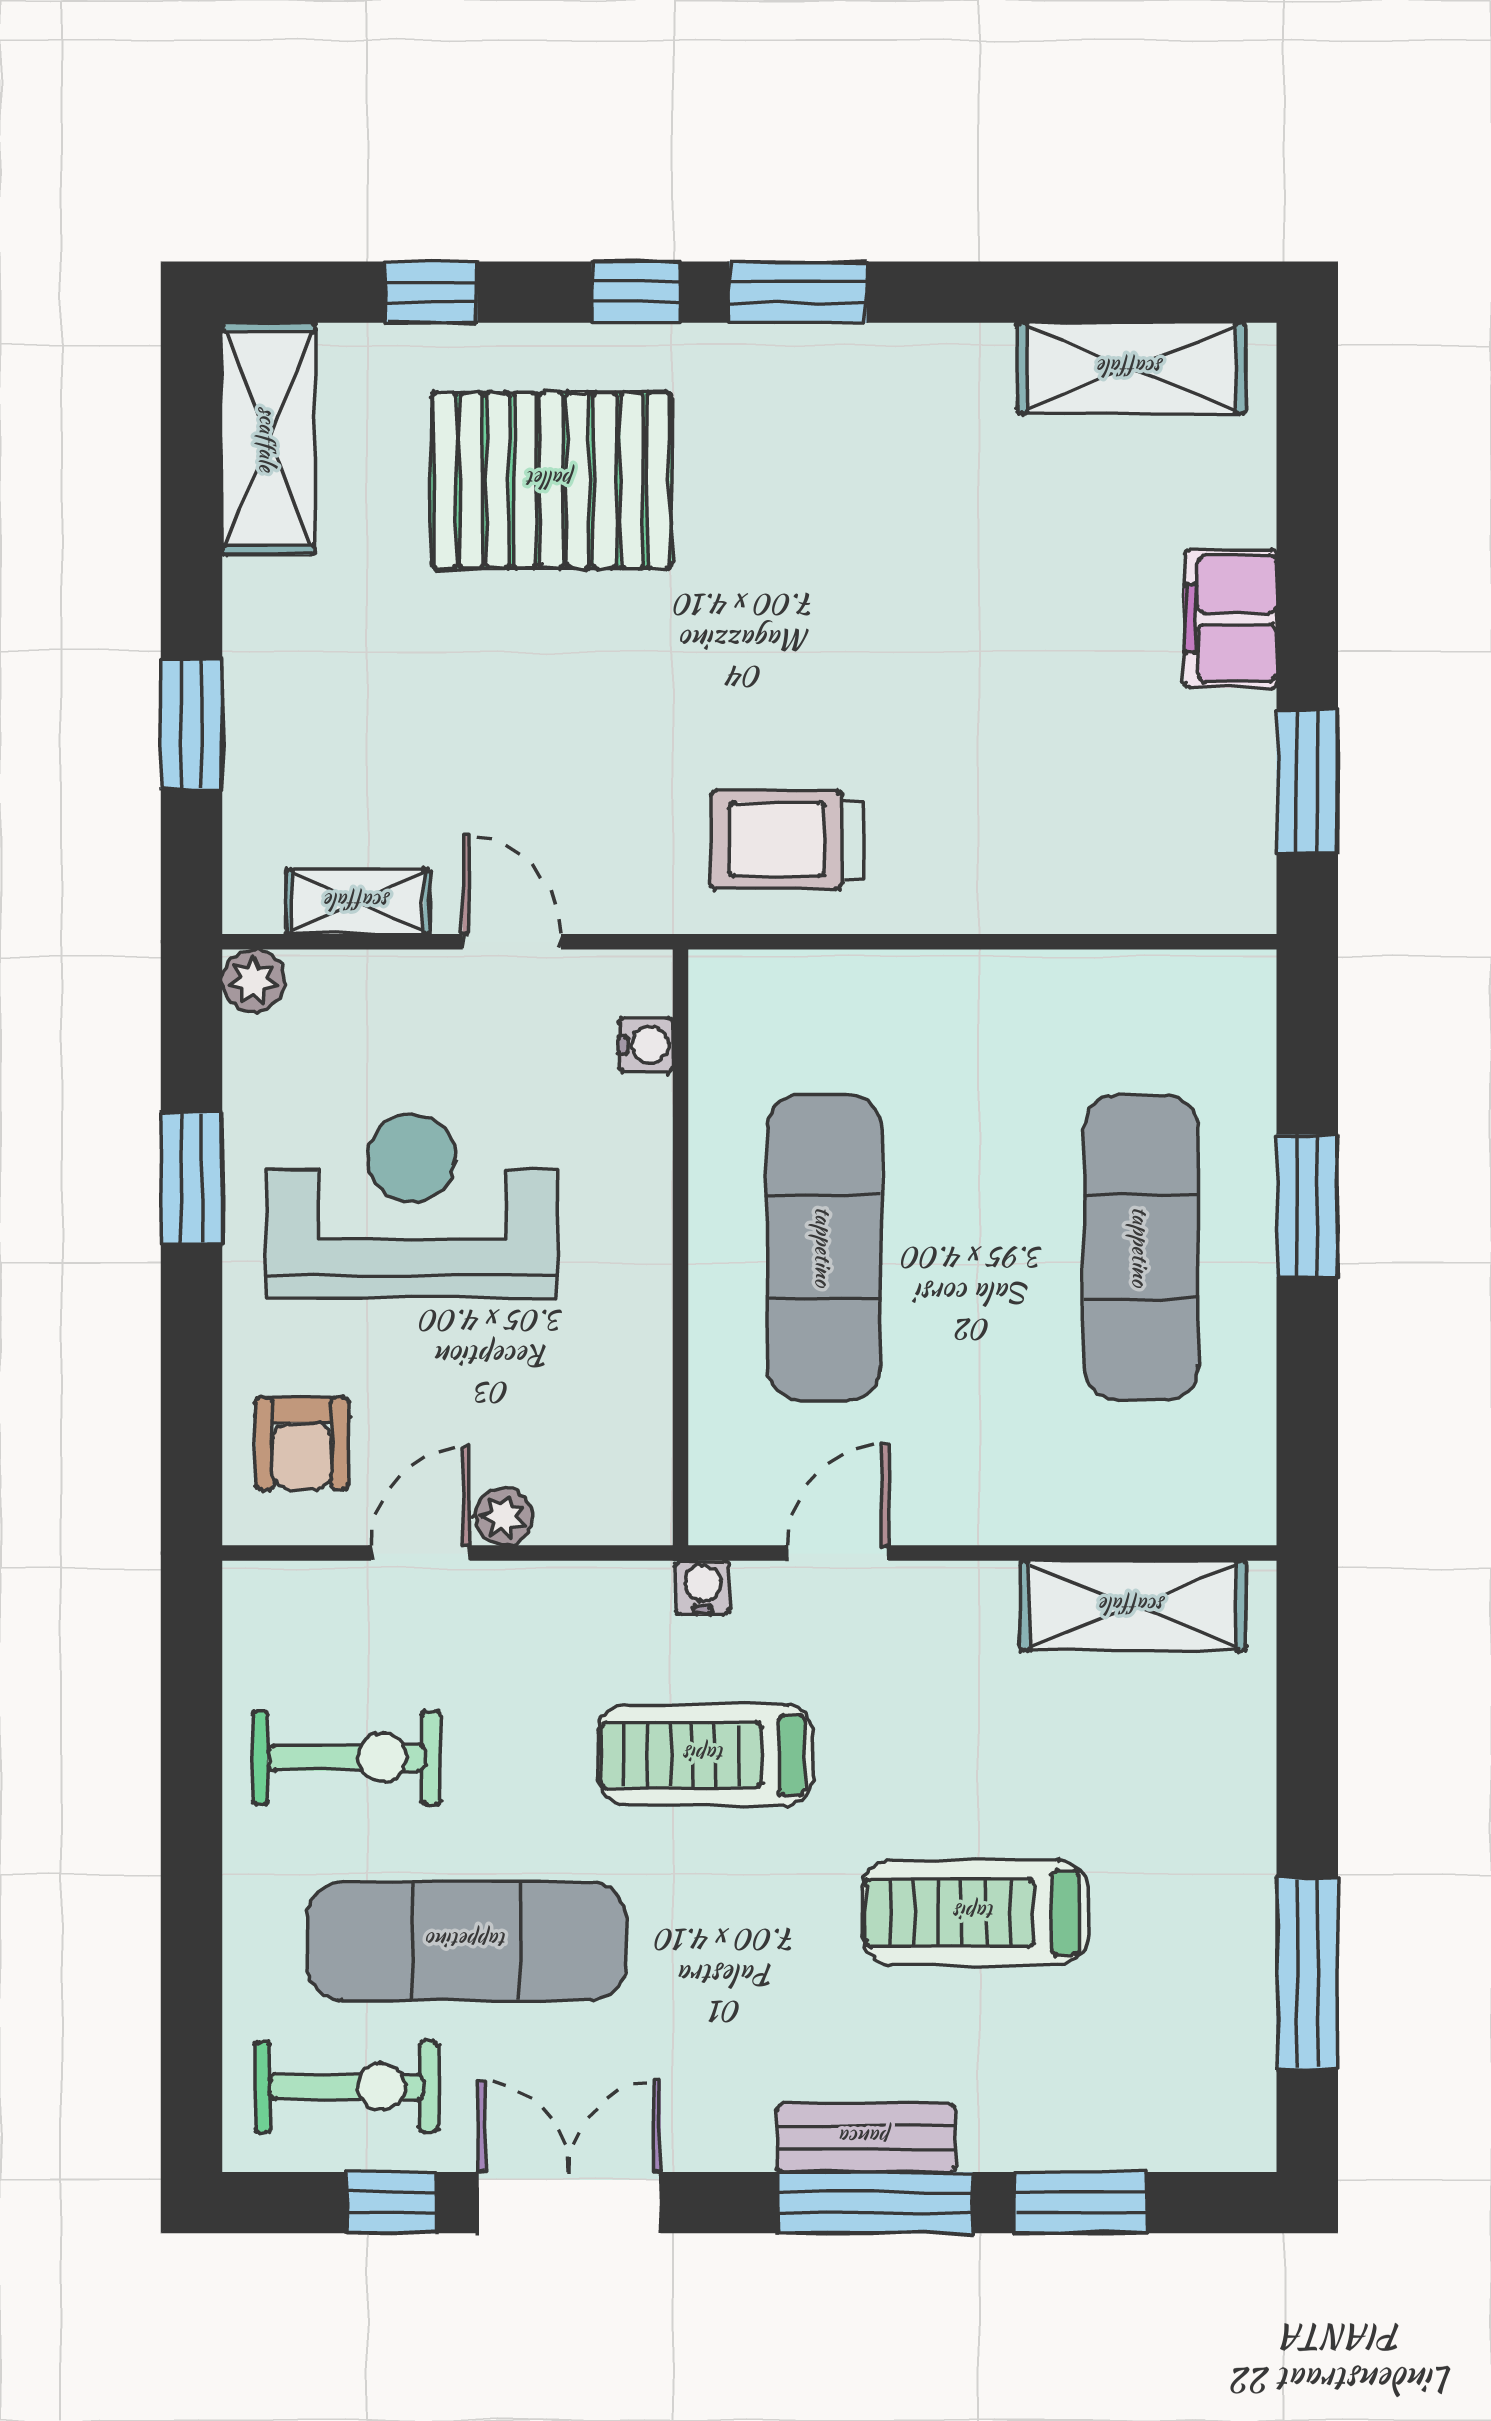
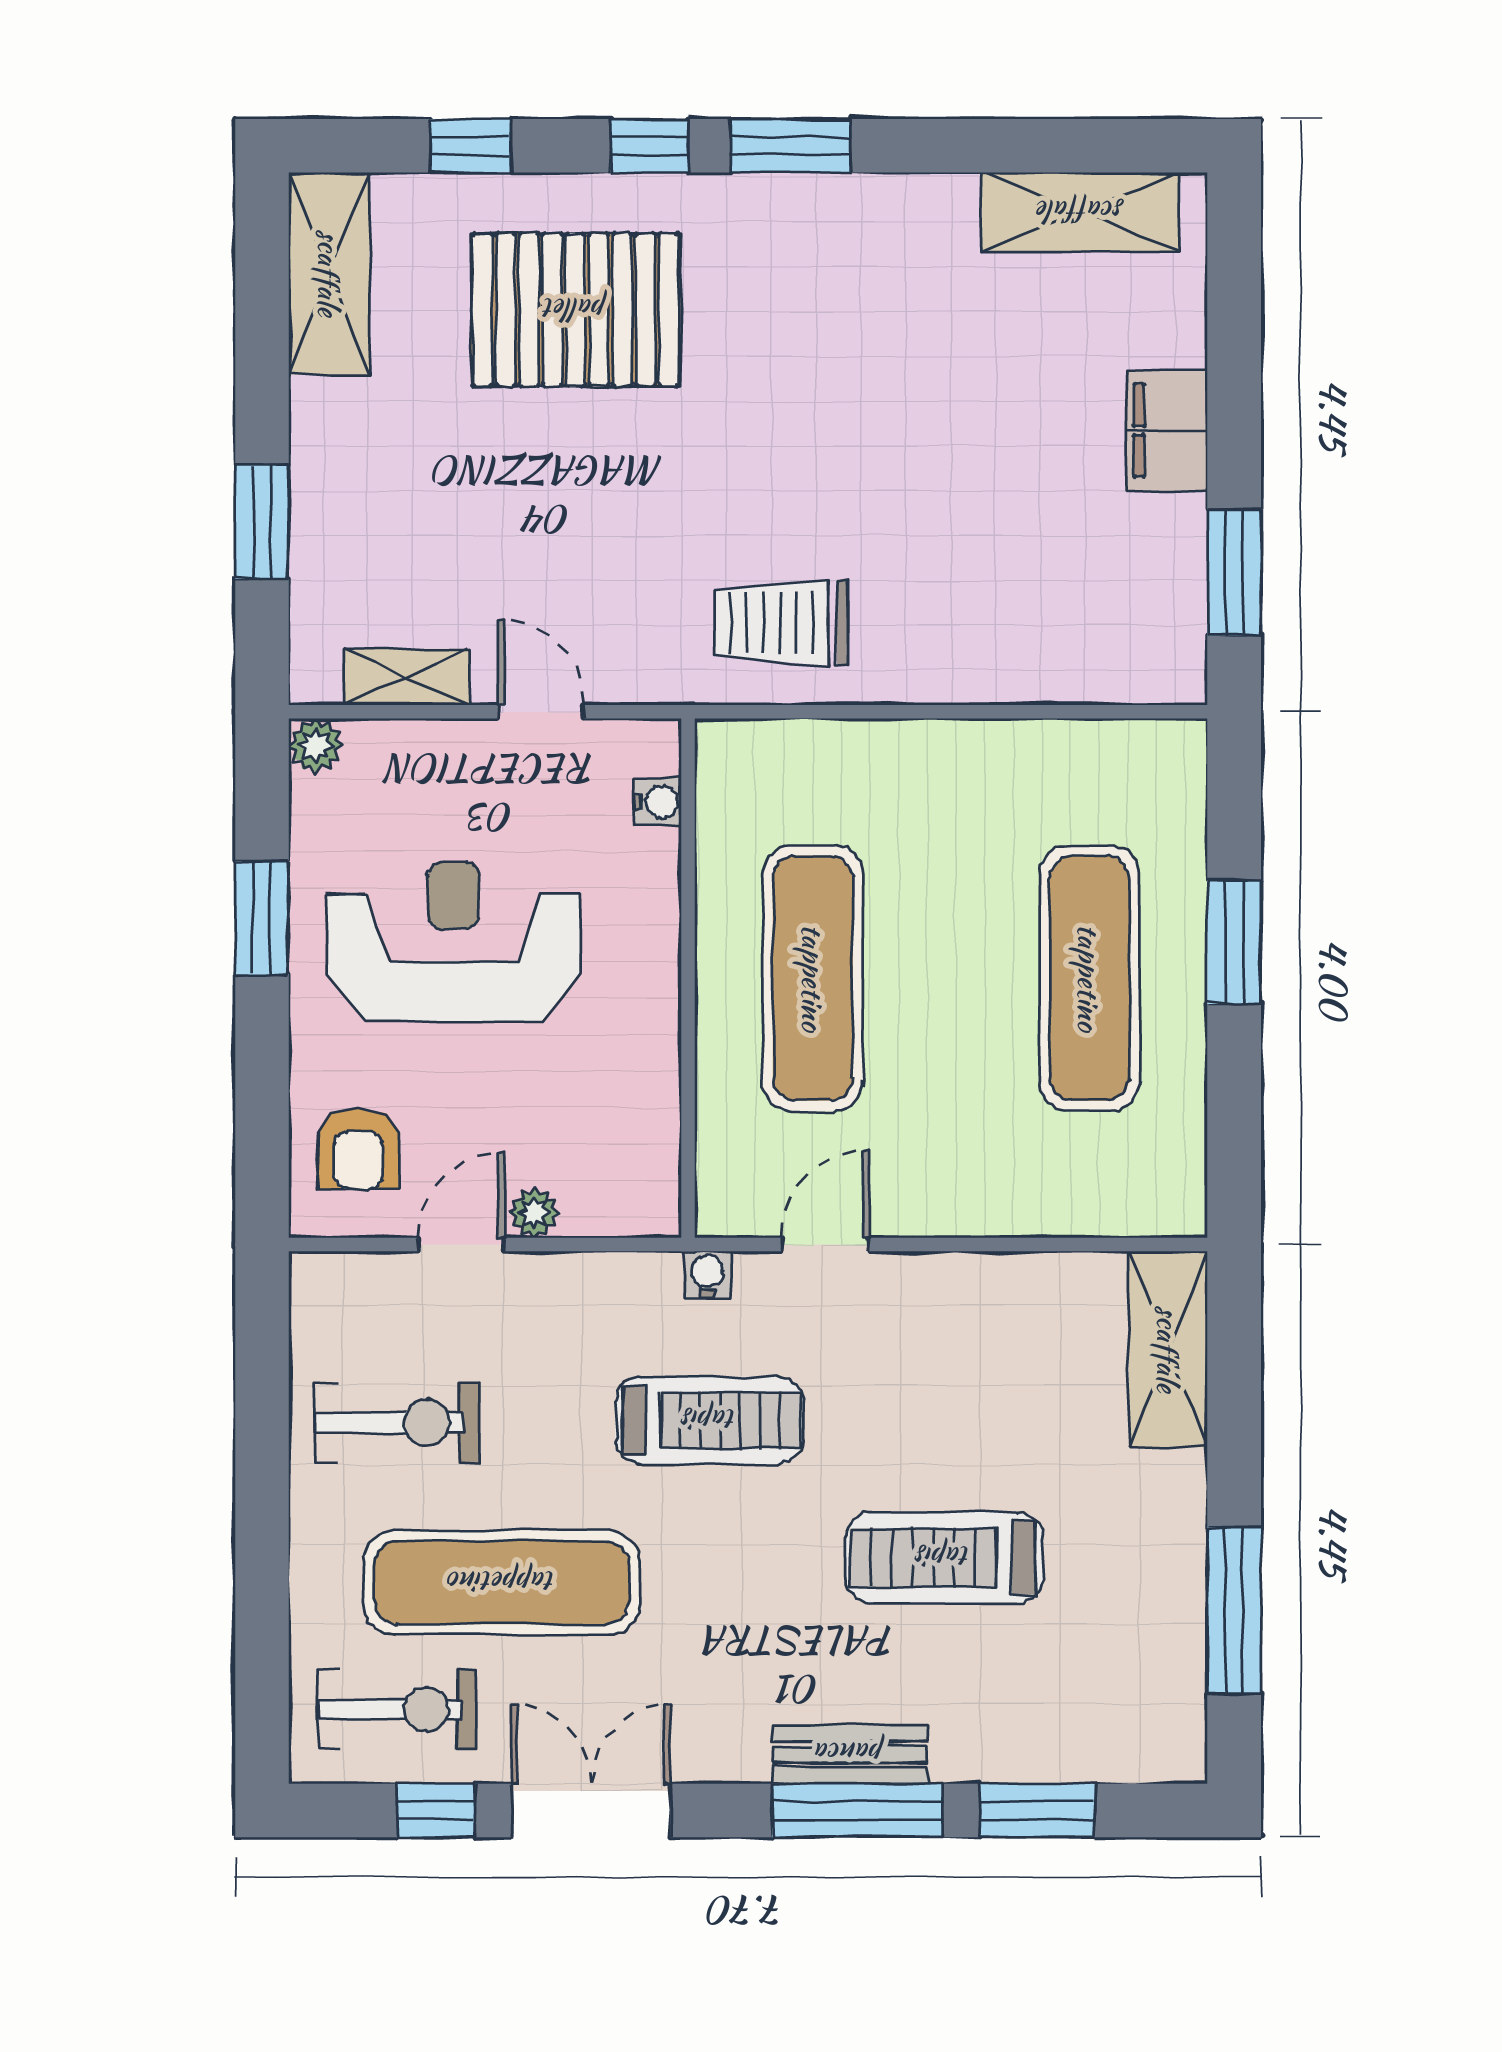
shelving: (1133, 1606) -> (1168, 1349), moved, turned 90
treadmill: (705, 1755) -> (710, 1421), turned 180

